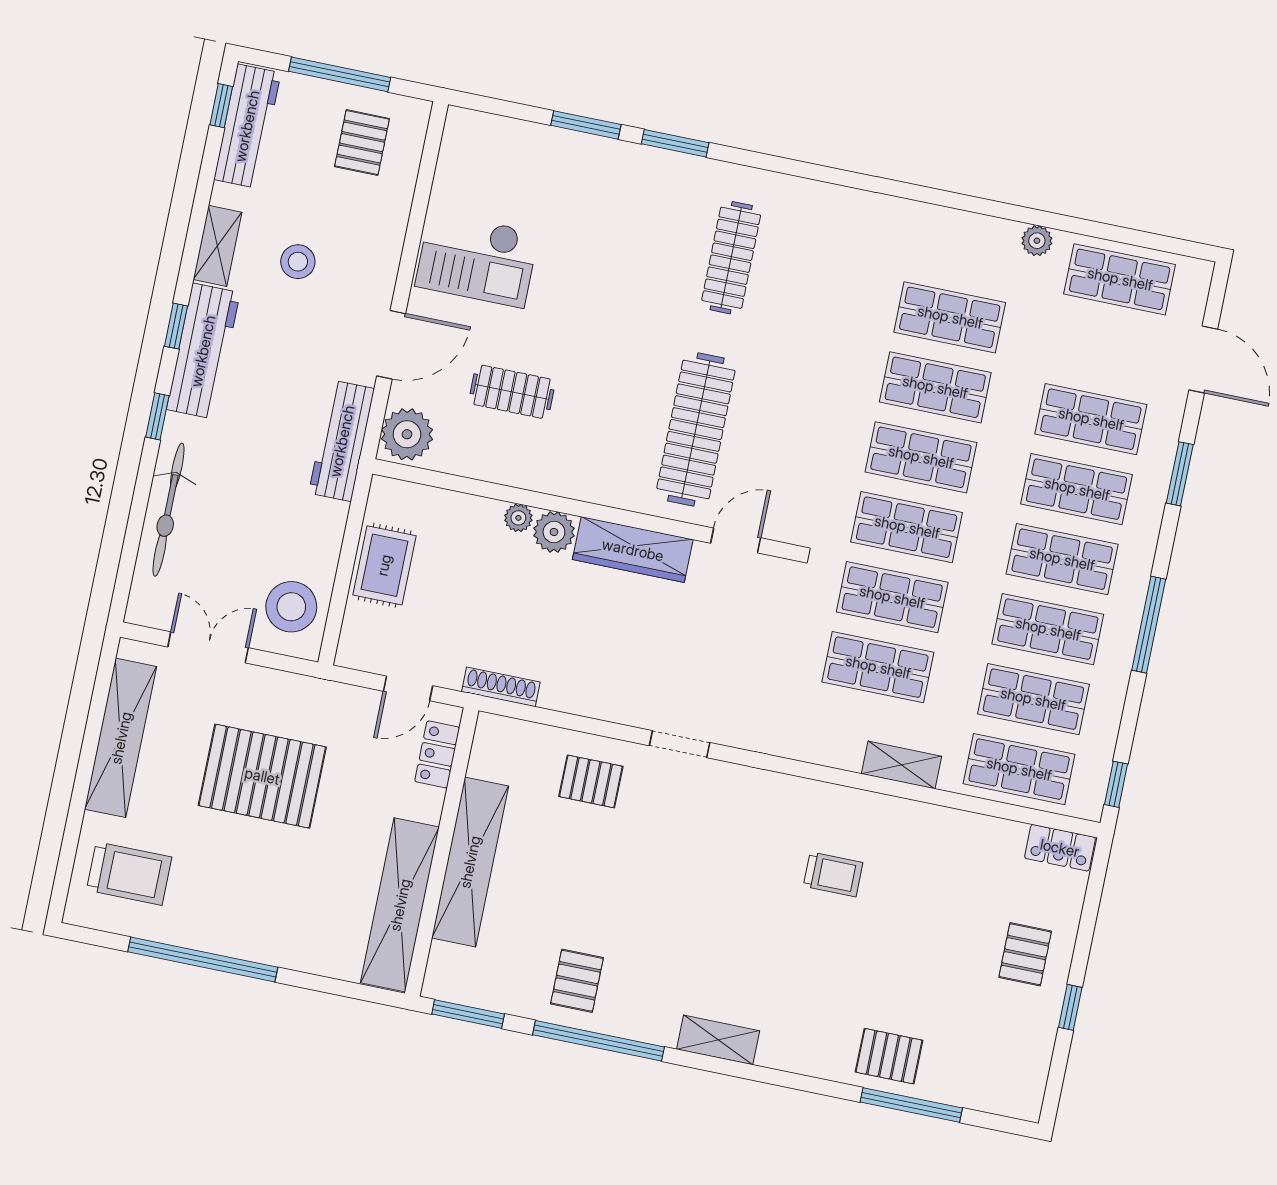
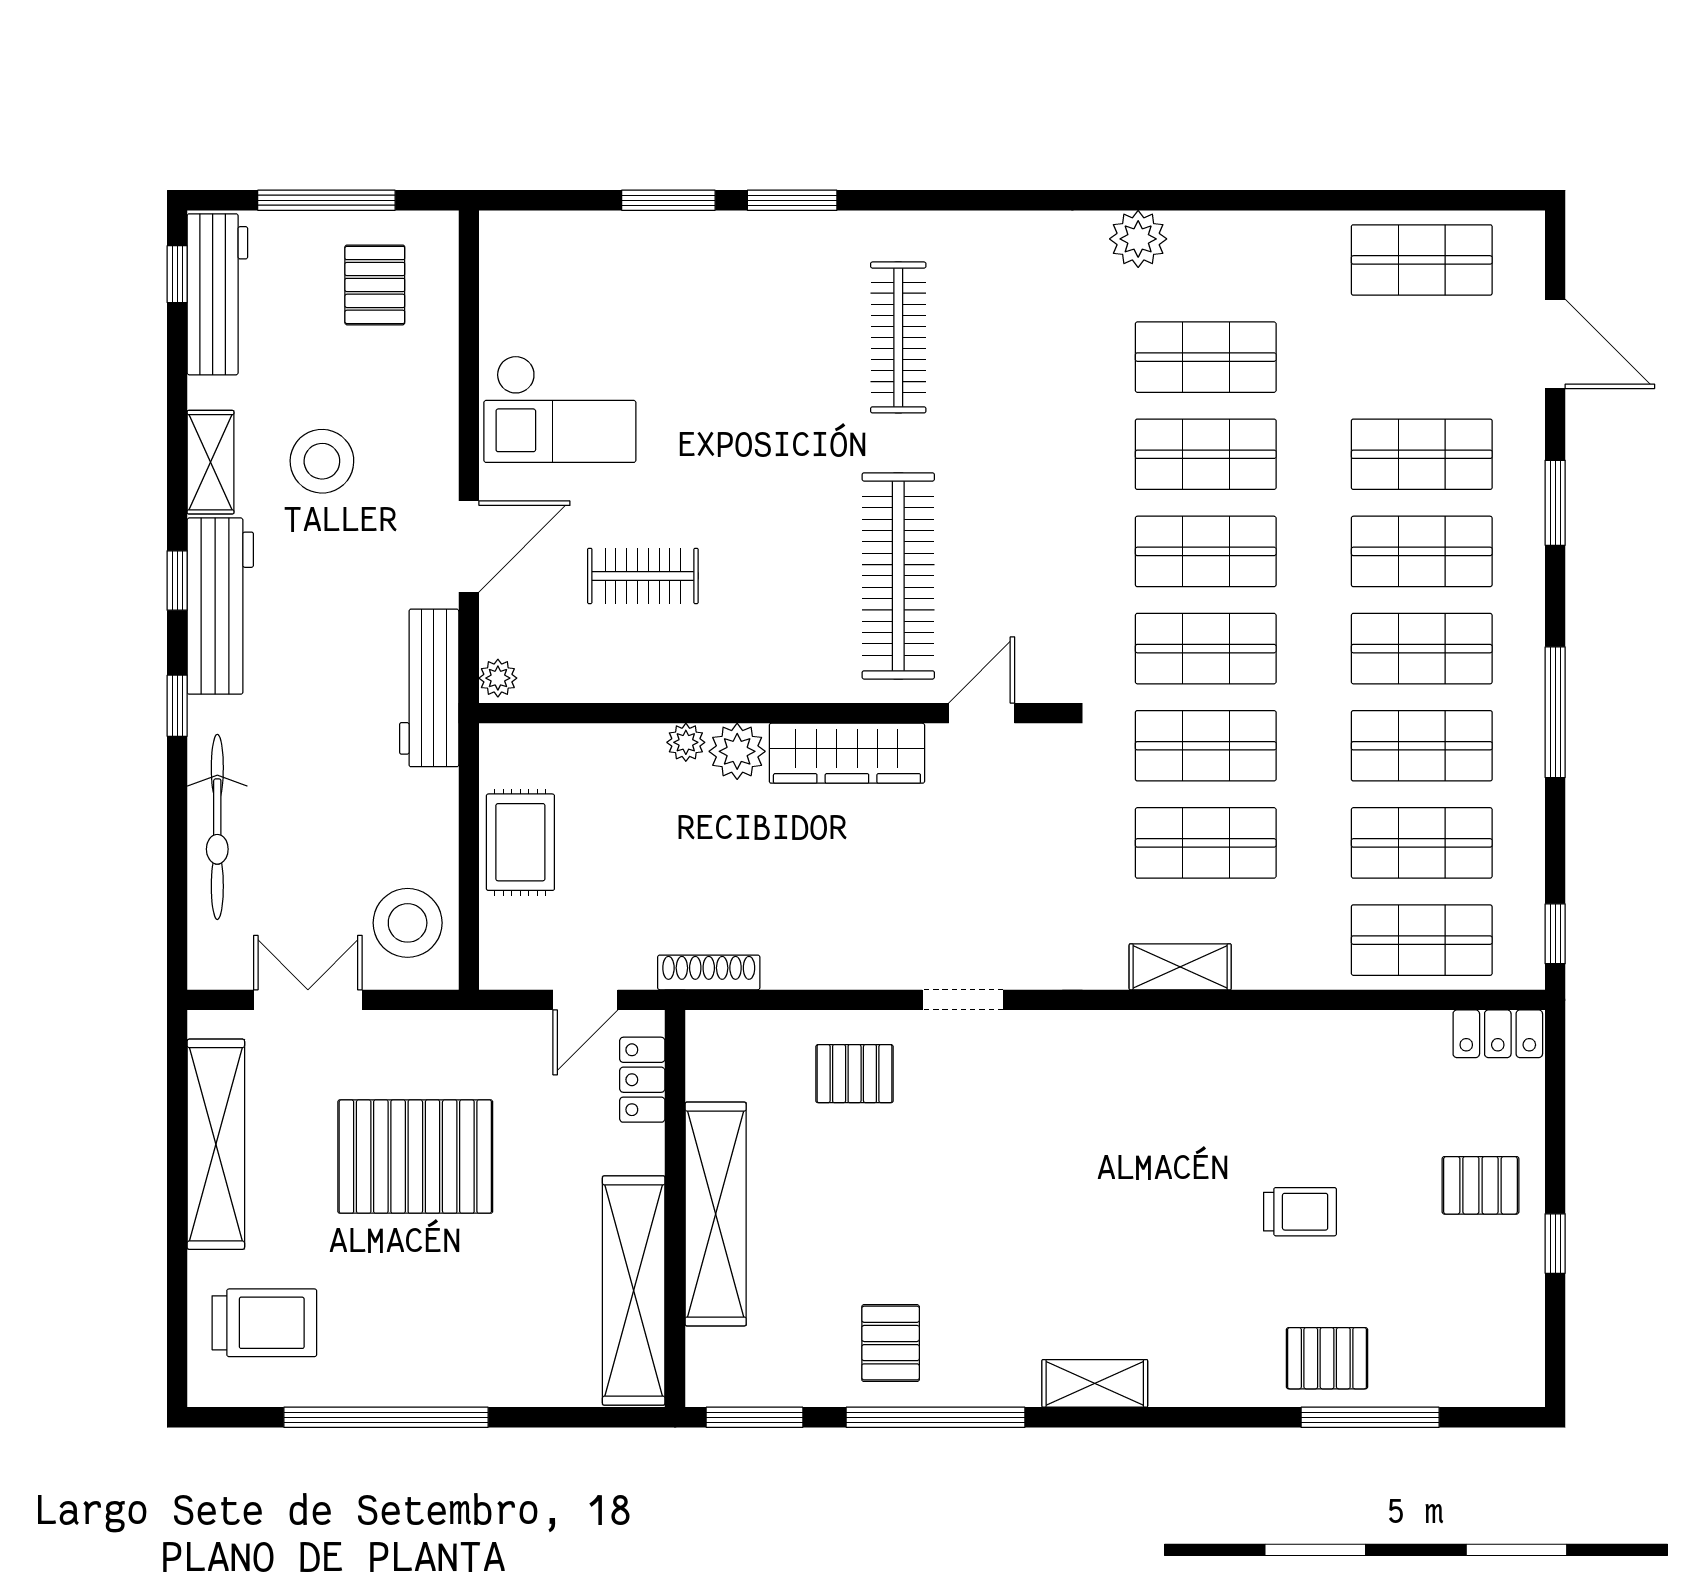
plant: (1037, 241) -> (1138, 239), moved, width x1.38, depth x1.38
stool: (298, 262) -> (322, 461), width x1.38, depth x1.38
plant: (407, 434) -> (498, 678), width x0.53, depth x0.53
shelving: (902, 765) -> (1180, 967), moved
trolley: (833, 874) -> (1300, 1212), moved
pallet: (1025, 954) -> (1480, 1185), turned 90

